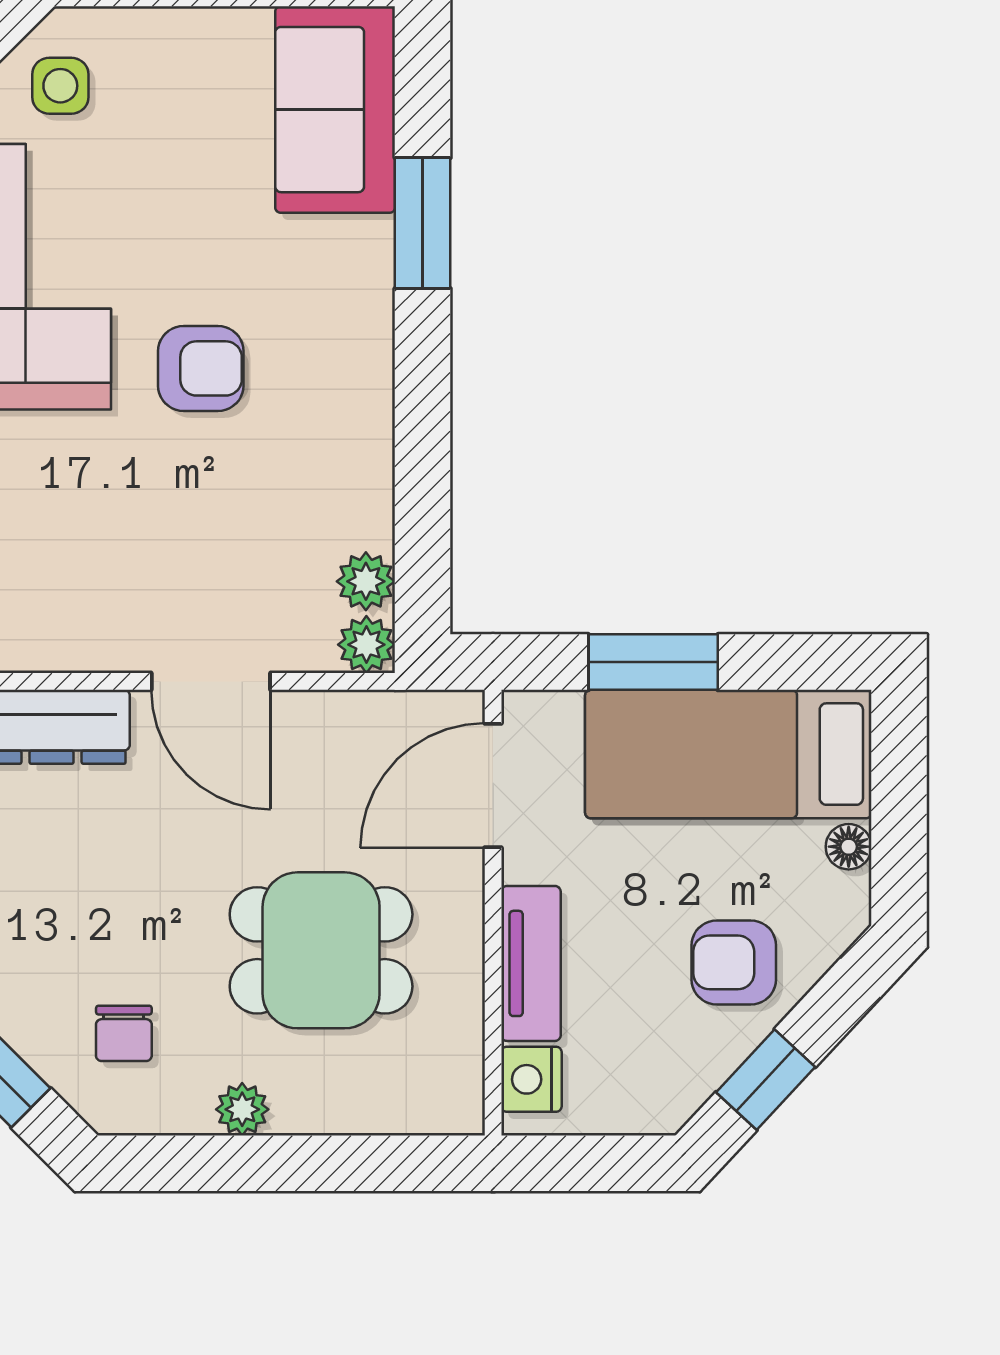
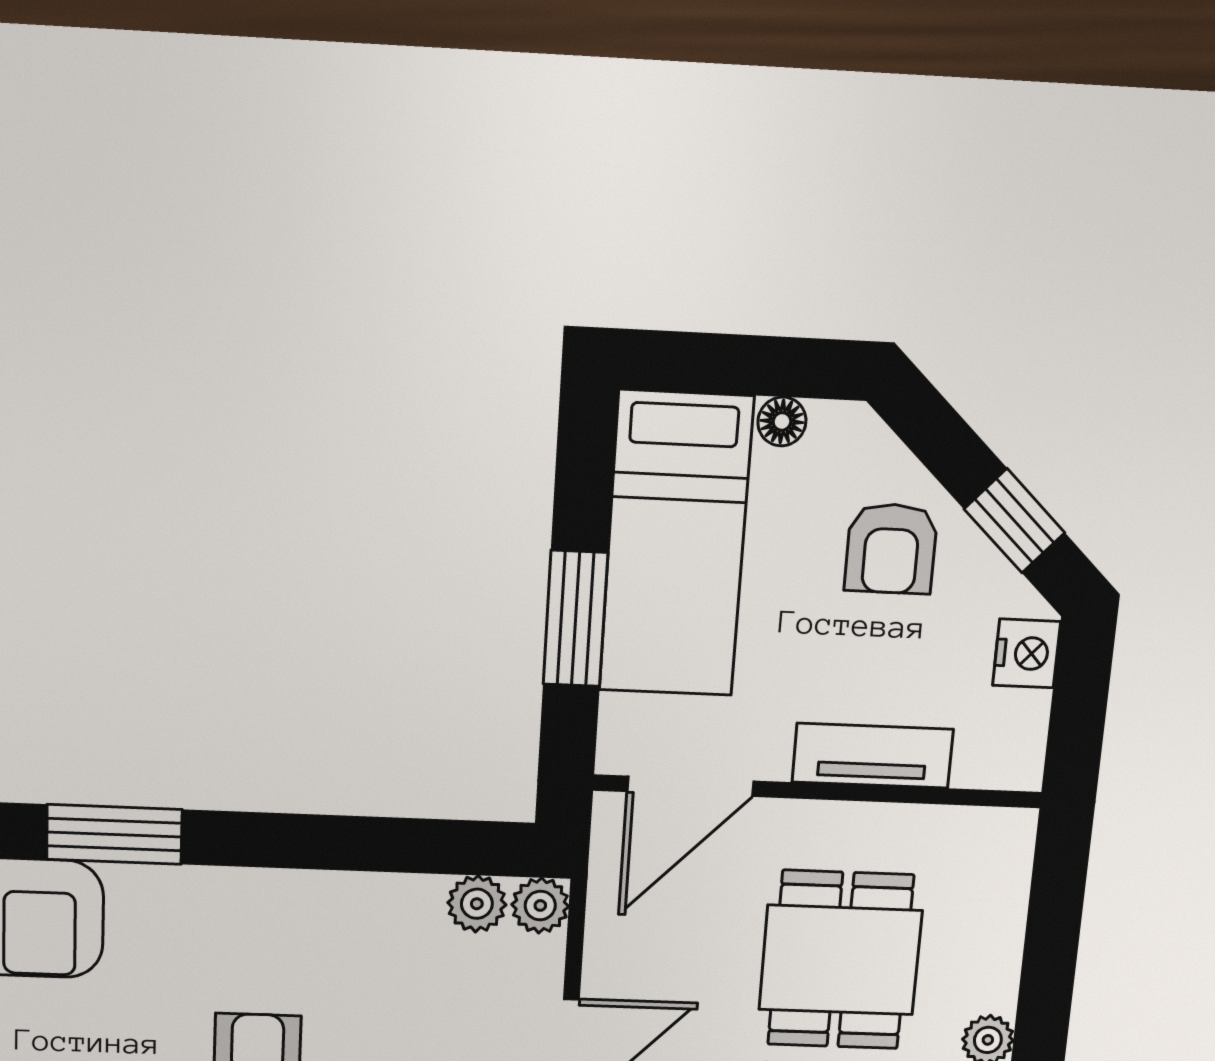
door: (493, 786) -> (690, 786), hinge flipped
nightstand: (531, 1079) -> (1027, 653), moved, turned -90

